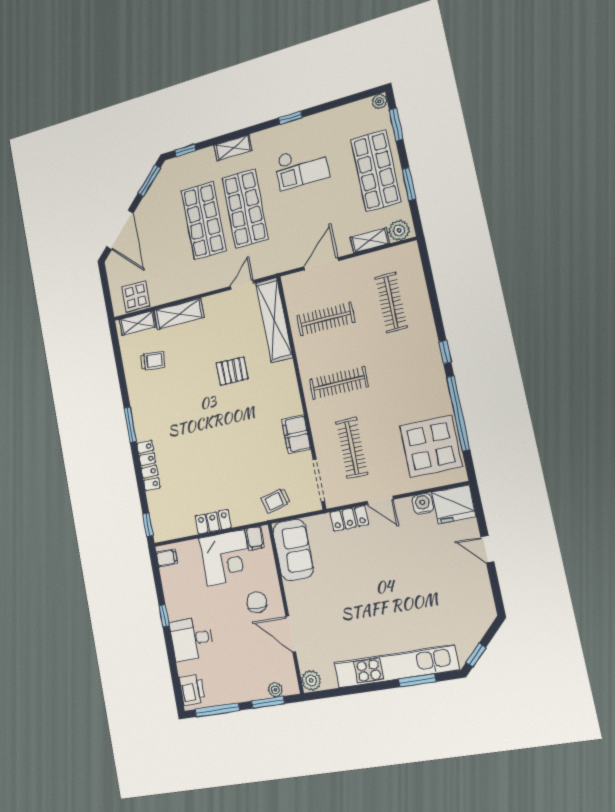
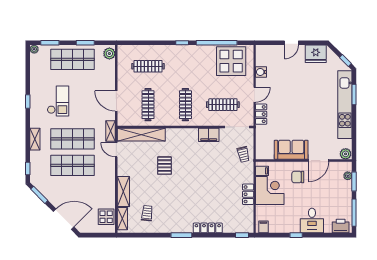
shelving: (370, 240) -> (111, 131), moved
fridge: (454, 504) -> (316, 54), moved, turned 90
sofa: (293, 550) -> (291, 150), moved

